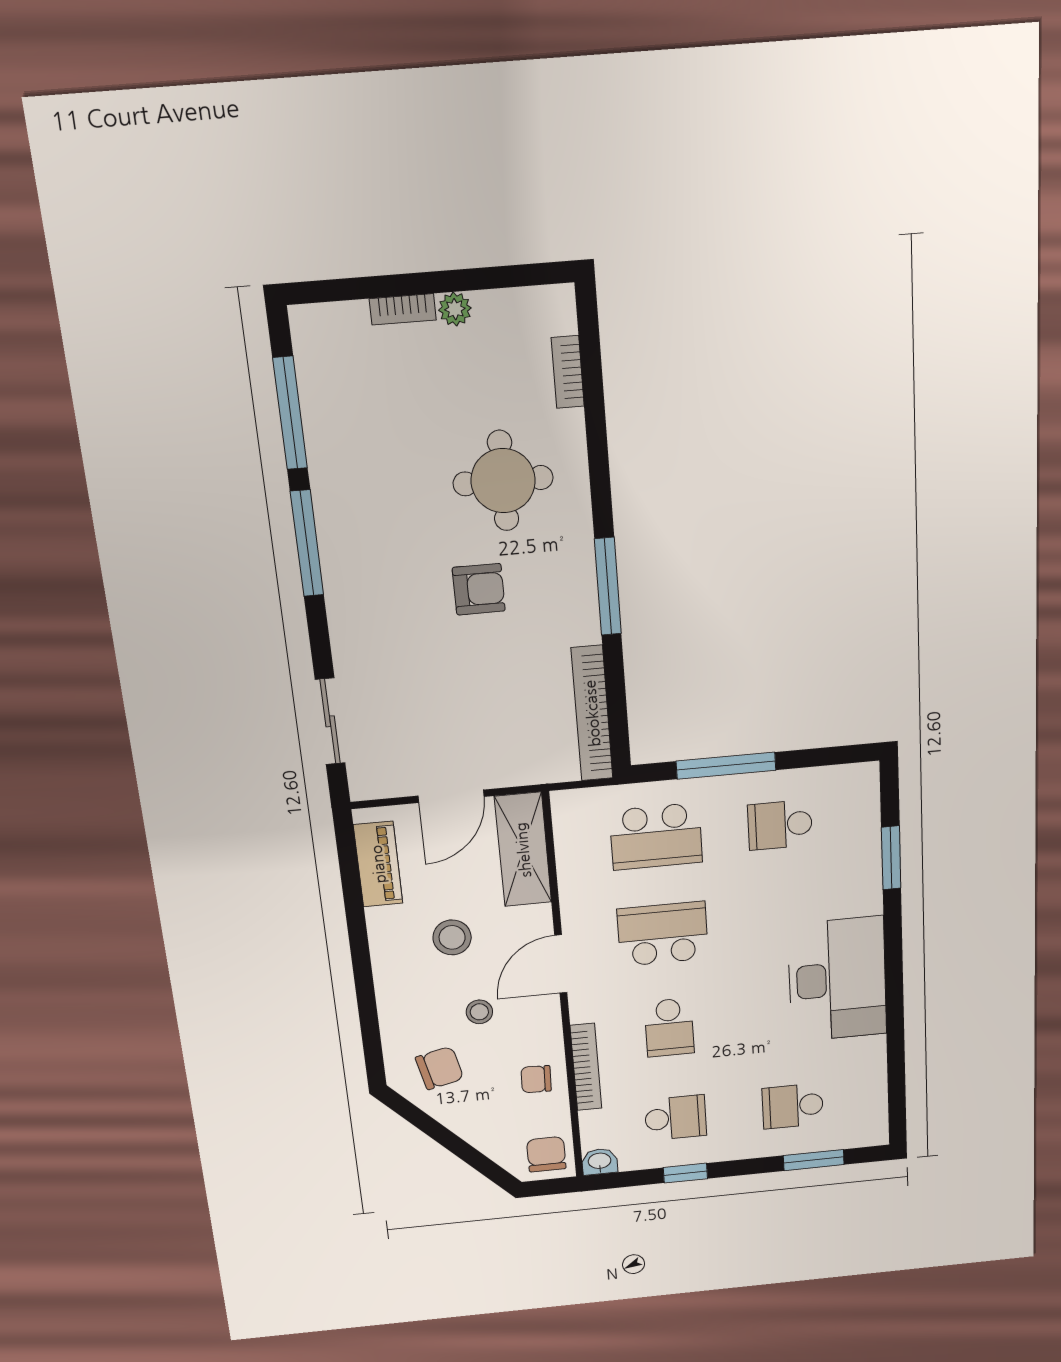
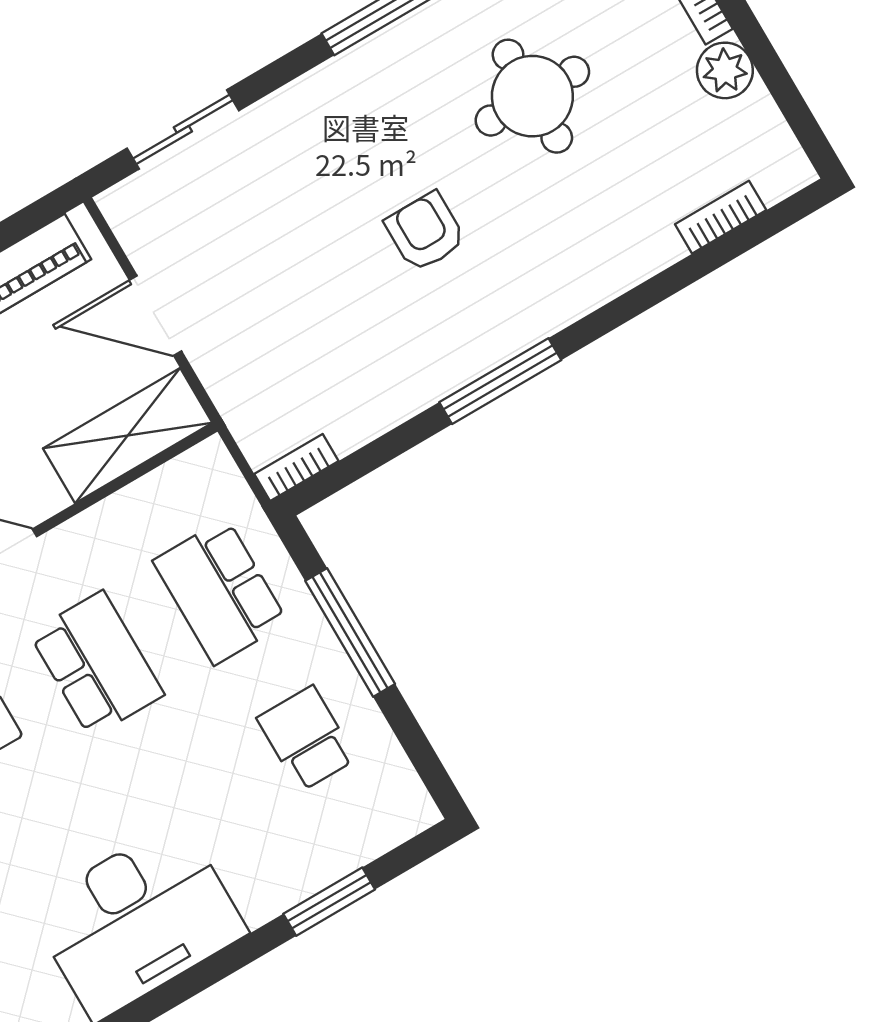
plant: (455, 309) -> (725, 70), width x1.38, depth x1.38
round table: (503, 481) -> (532, 96), moved
armchair: (479, 589) -> (425, 232), turned 180
bookcase: (592, 713) -> (296, 468), width x0.43, depth x0.76

